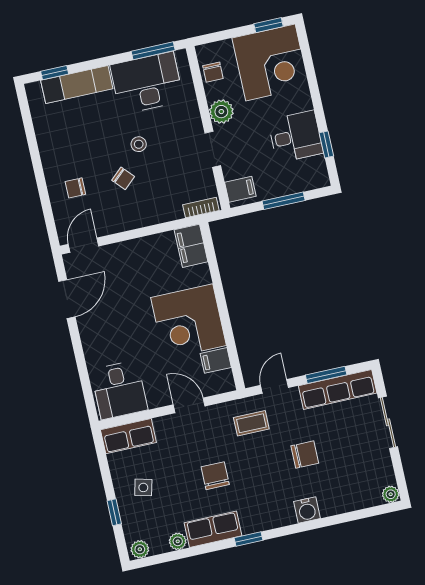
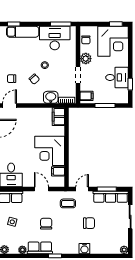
washbasin: (166, 209) -> (51, 97), added

